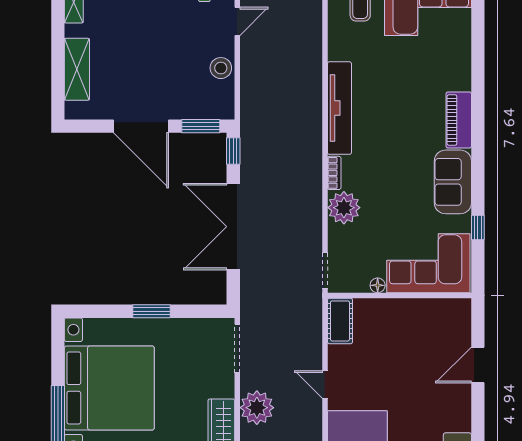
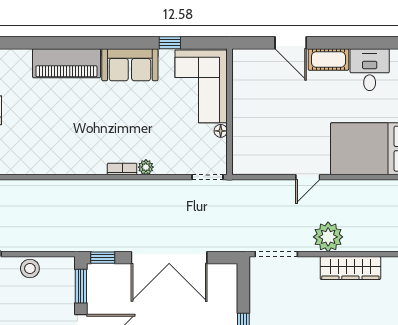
tv unit: (339, 108) -> (65, 164), removed
piano: (459, 120) -> (66, 63), width x1.37, depth x1.33
plant: (344, 208) -> (146, 167), width x0.53, depth x0.53
cot: (340, 321) -> (328, 59), moved

